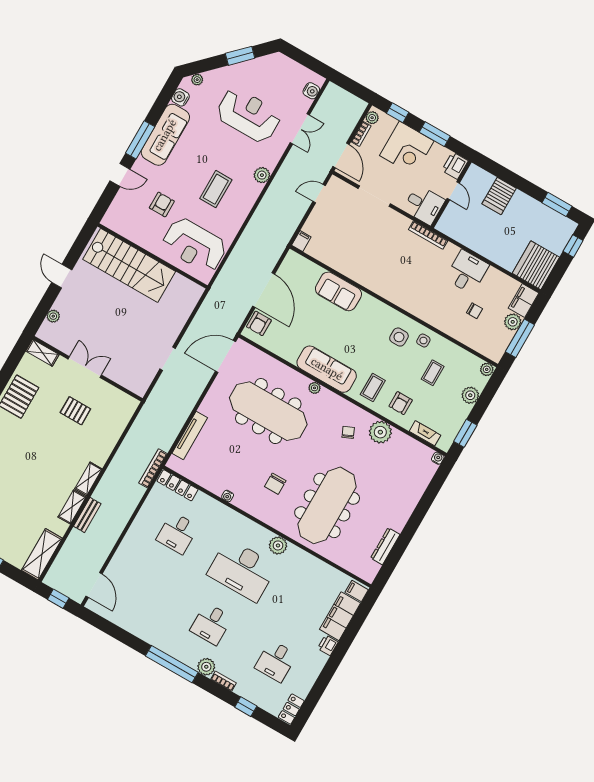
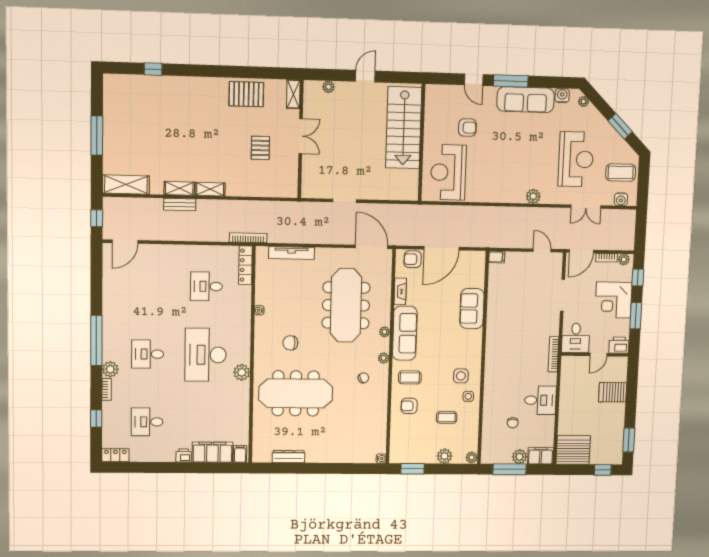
coffee table: (216, 189) -> (621, 172), moved
plant: (380, 432) -> (384, 358), moved, width x0.53, depth x0.53
fireplace: (425, 433) -> (400, 291), moved

